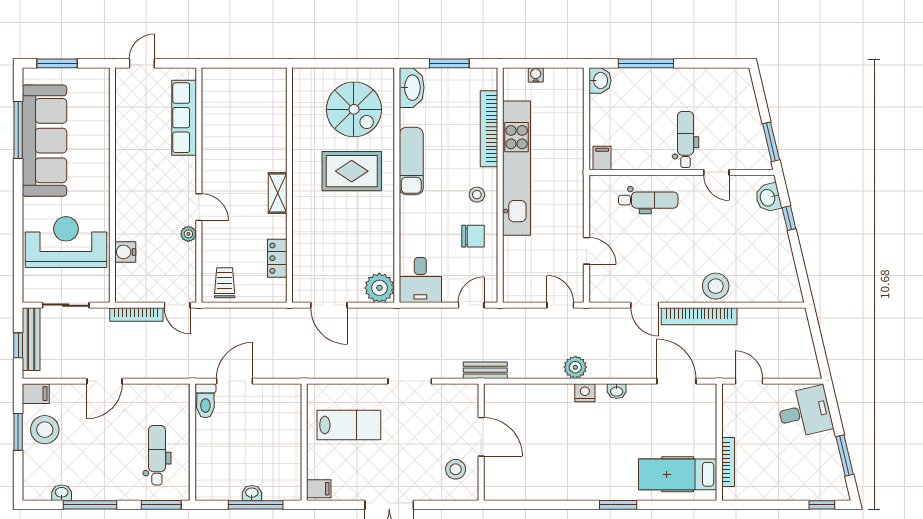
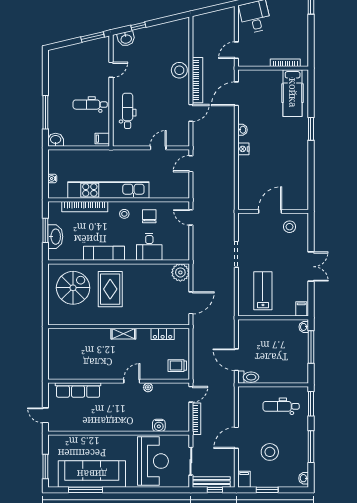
washbasin: (412, 88) -> (55, 237), moved, turned 90
dental chair: (685, 139) -> (90, 105), moved
reception desk: (66, 242) -> (153, 461), turned 180
desk: (420, 280) -> (149, 247), moved, turned 90
plant: (575, 367) -> (228, 155), removed
bench: (485, 370) -> (230, 209), removed
door: (104, 381) -> (236, 438), swing flipped
stool: (45, 430) -> (270, 452), moved
washbasin: (62, 493) -> (304, 478), moved
washbasin: (252, 493) -> (304, 327), moved

